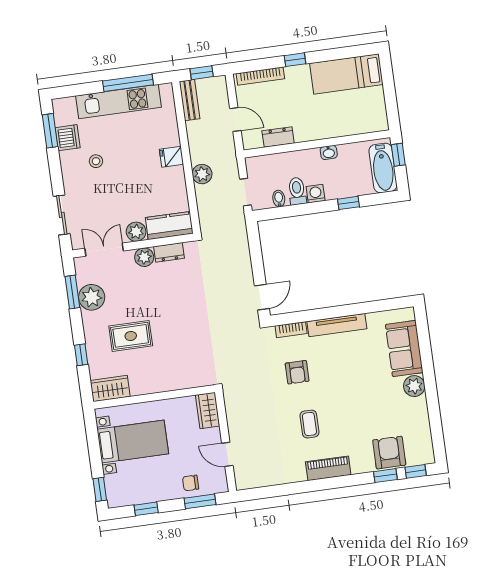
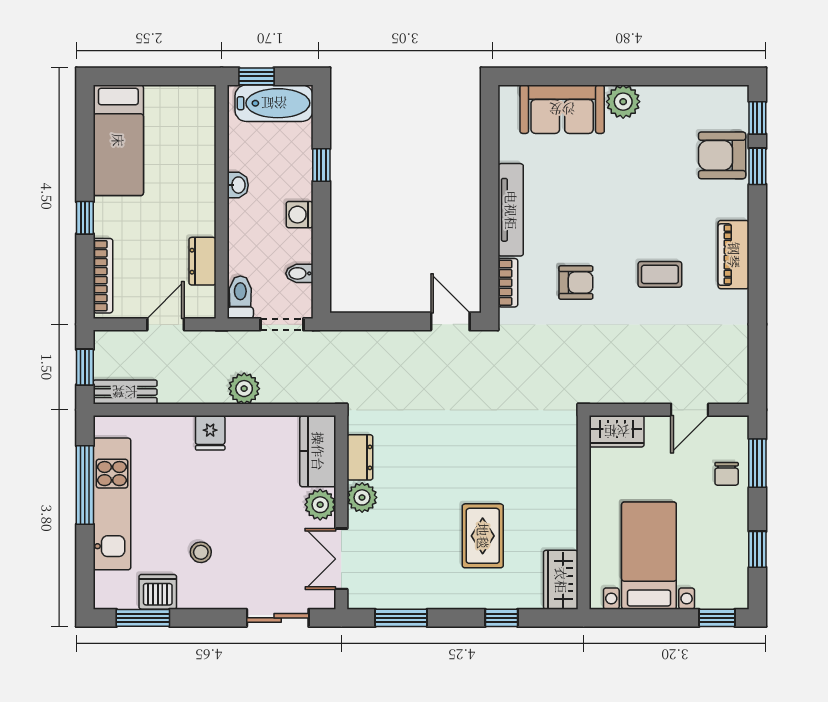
toilet: (297, 191) -> (240, 297), moved, turned 90
plant: (92, 297) -> (414, 589), removed

